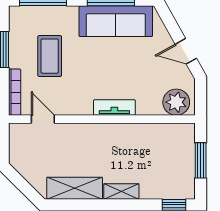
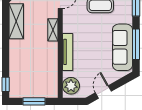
tv unit: (114, 108) -> (68, 52), width x1.41
shelving: (121, 191) -> (53, 30), moved

